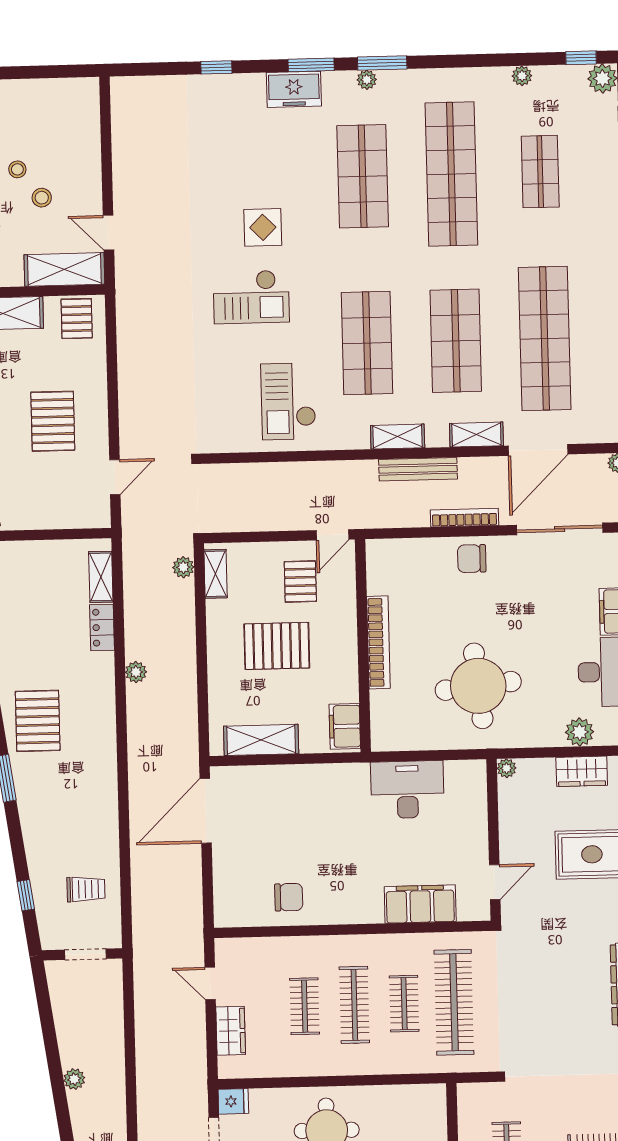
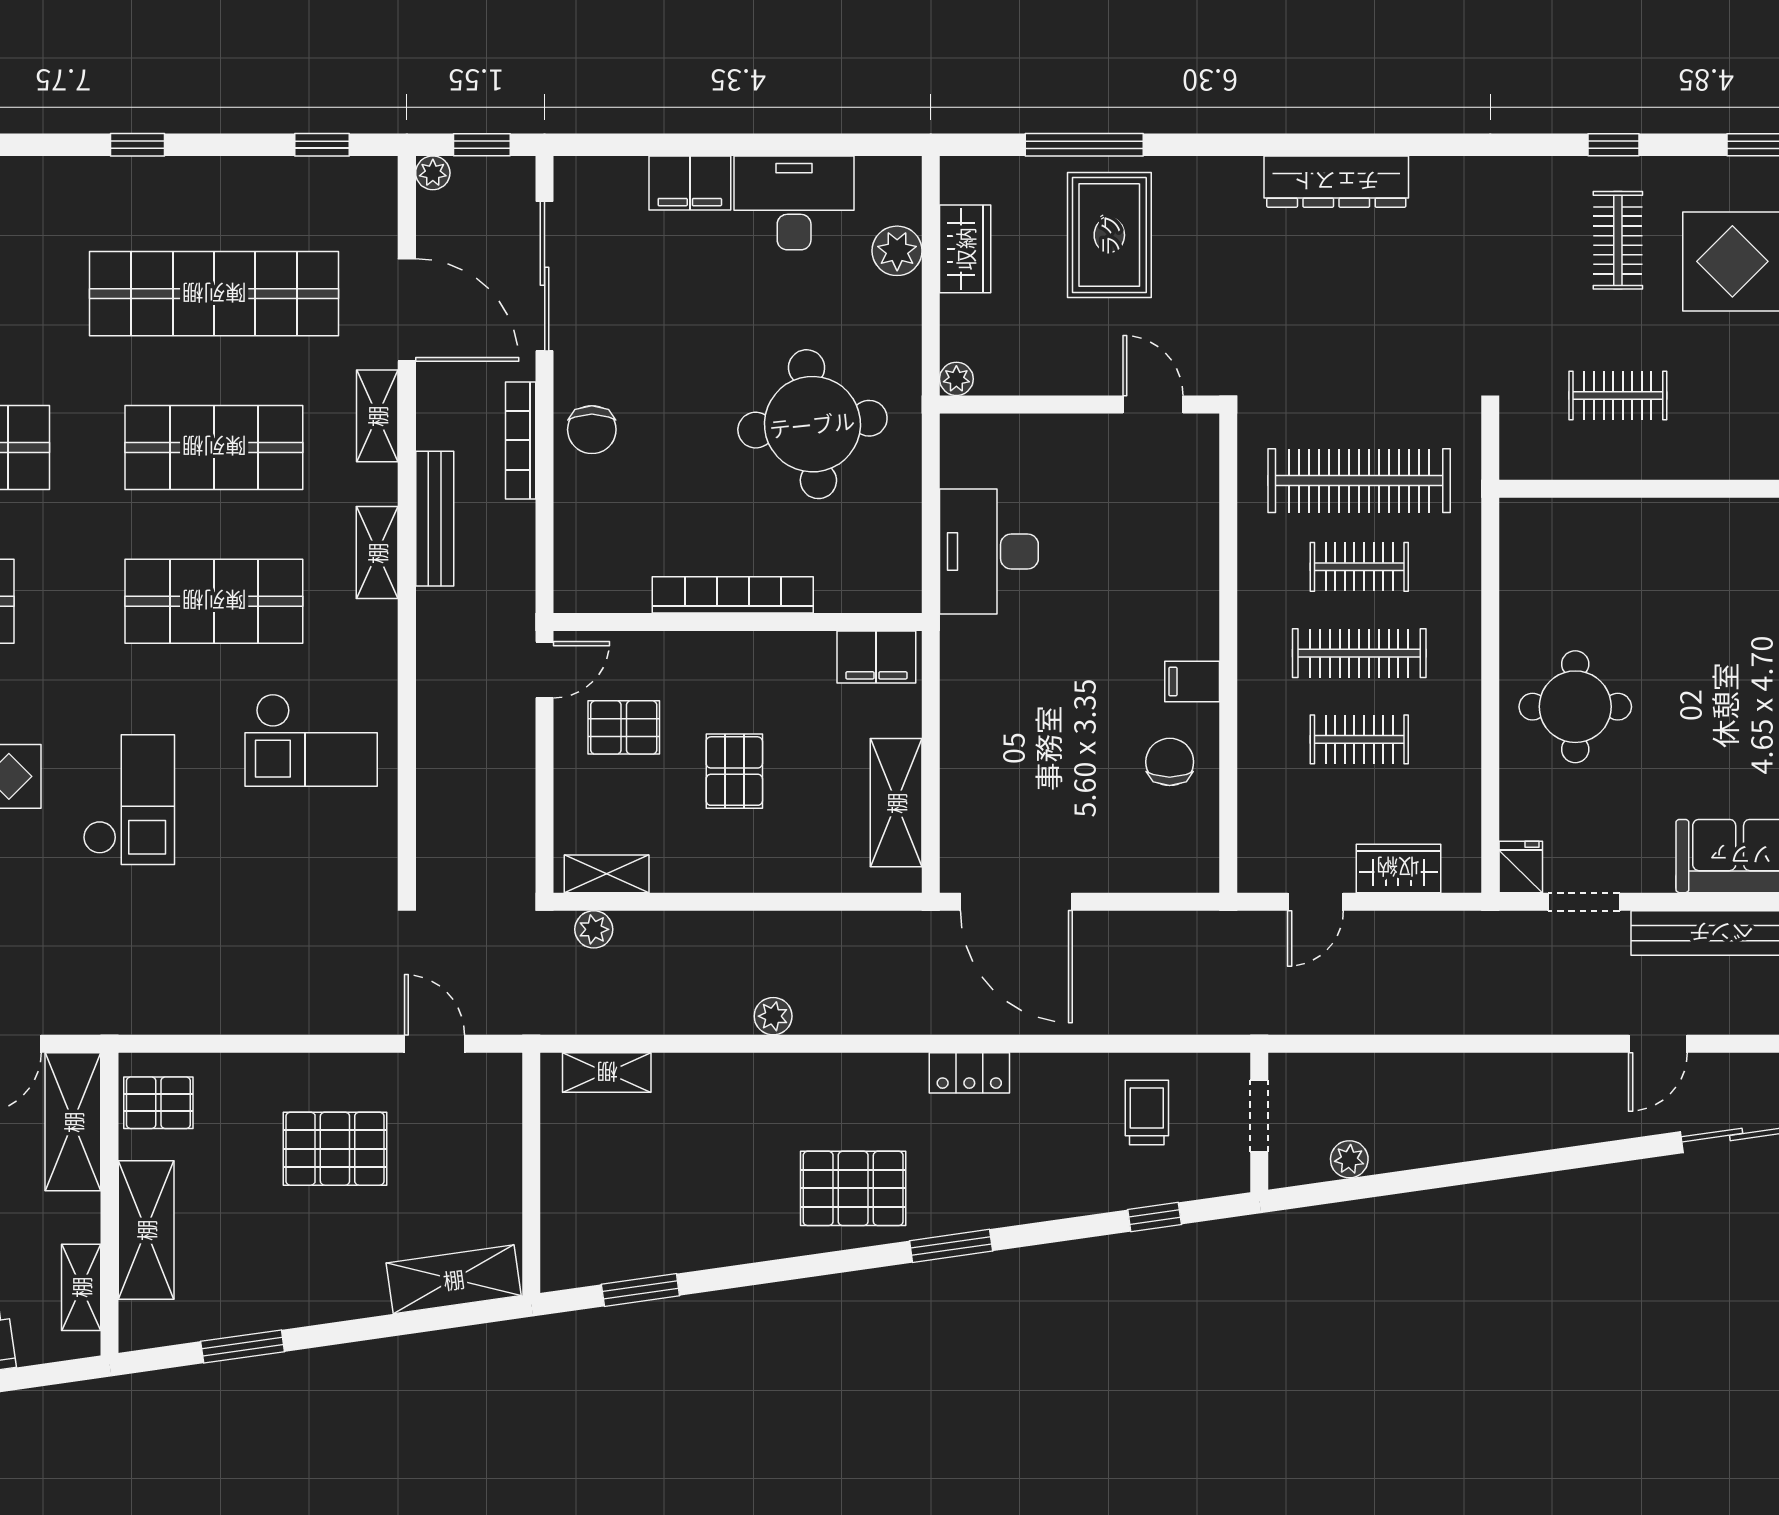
door: (332, 535) -> (545, 670), hinge flipped
locker: (102, 628) -> (969, 1073), moved
pallet: (277, 646) -> (734, 771), width x0.67, depth x0.71
filing cabinet: (420, 904) -> (1192, 681), moved, width x0.33, depth x0.86
plant: (74, 1079) -> (1349, 1159), moved

